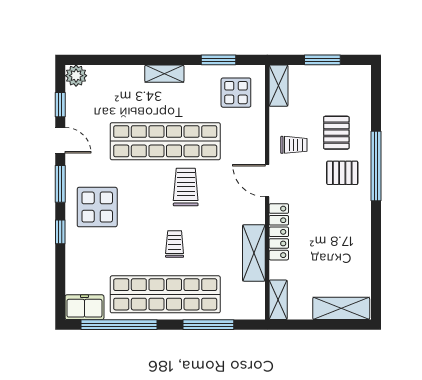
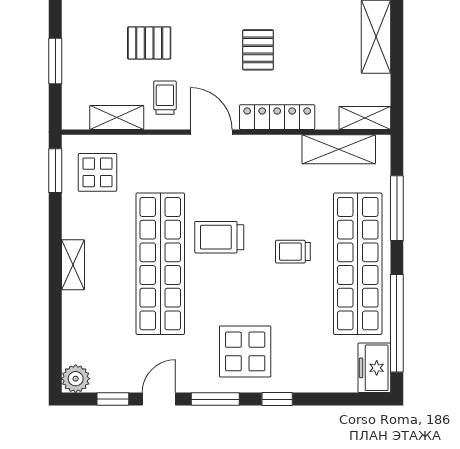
window: (218, 60) -> (55, 171), moved
shelving: (279, 86) -> (117, 117), moved
pallet: (342, 173) -> (258, 50), moved
door: (267, 181) -> (211, 132), swing flipped
shelving: (254, 253) -> (339, 149), moved

